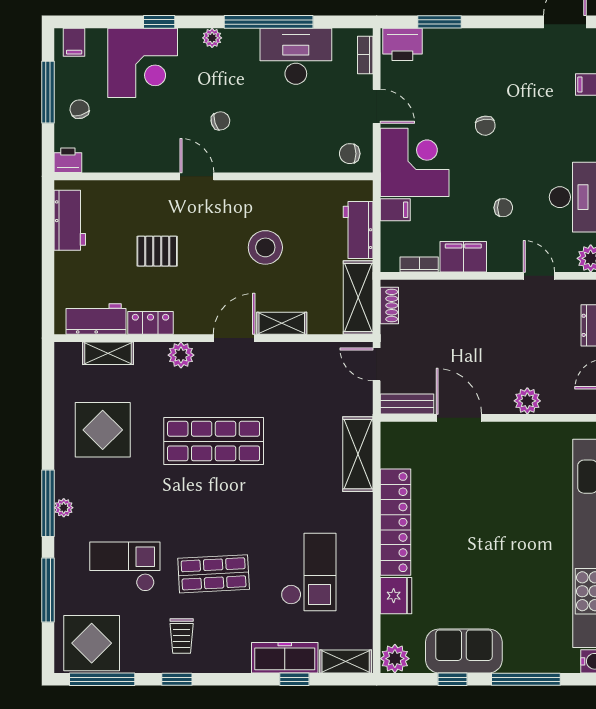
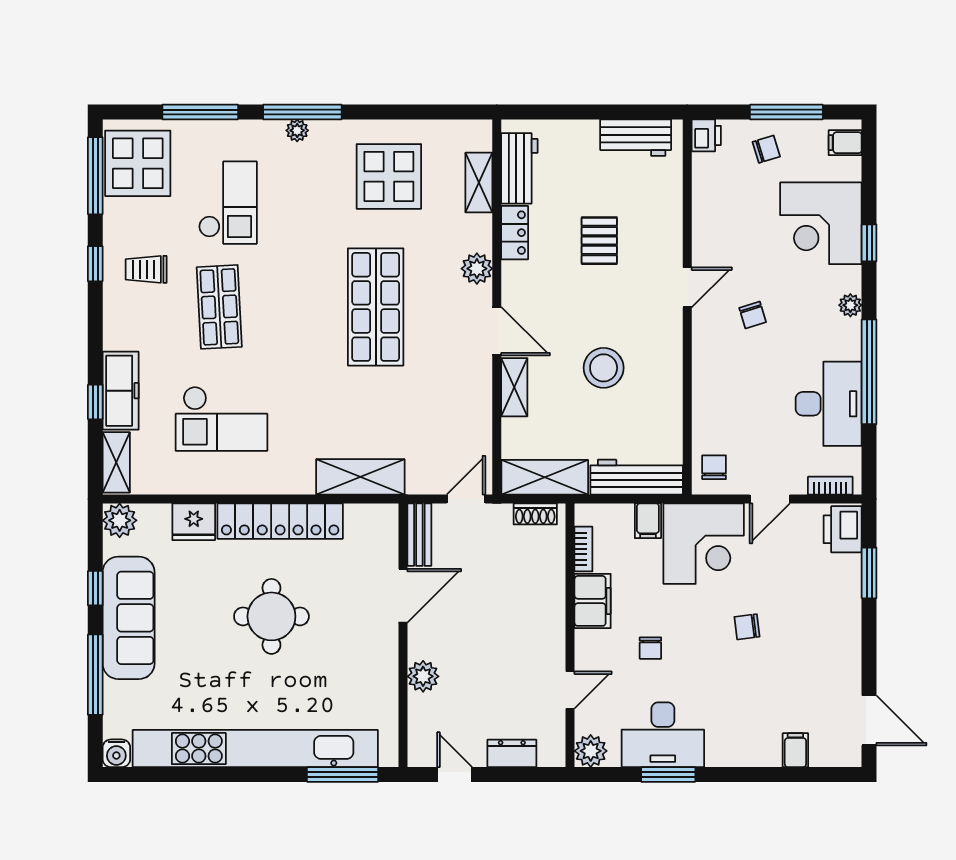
workbench: (358, 230) -> (637, 477), width x1.38
round table: (476, 530) -> (271, 616), added
sofa: (464, 651) -> (129, 618), width x1.36

